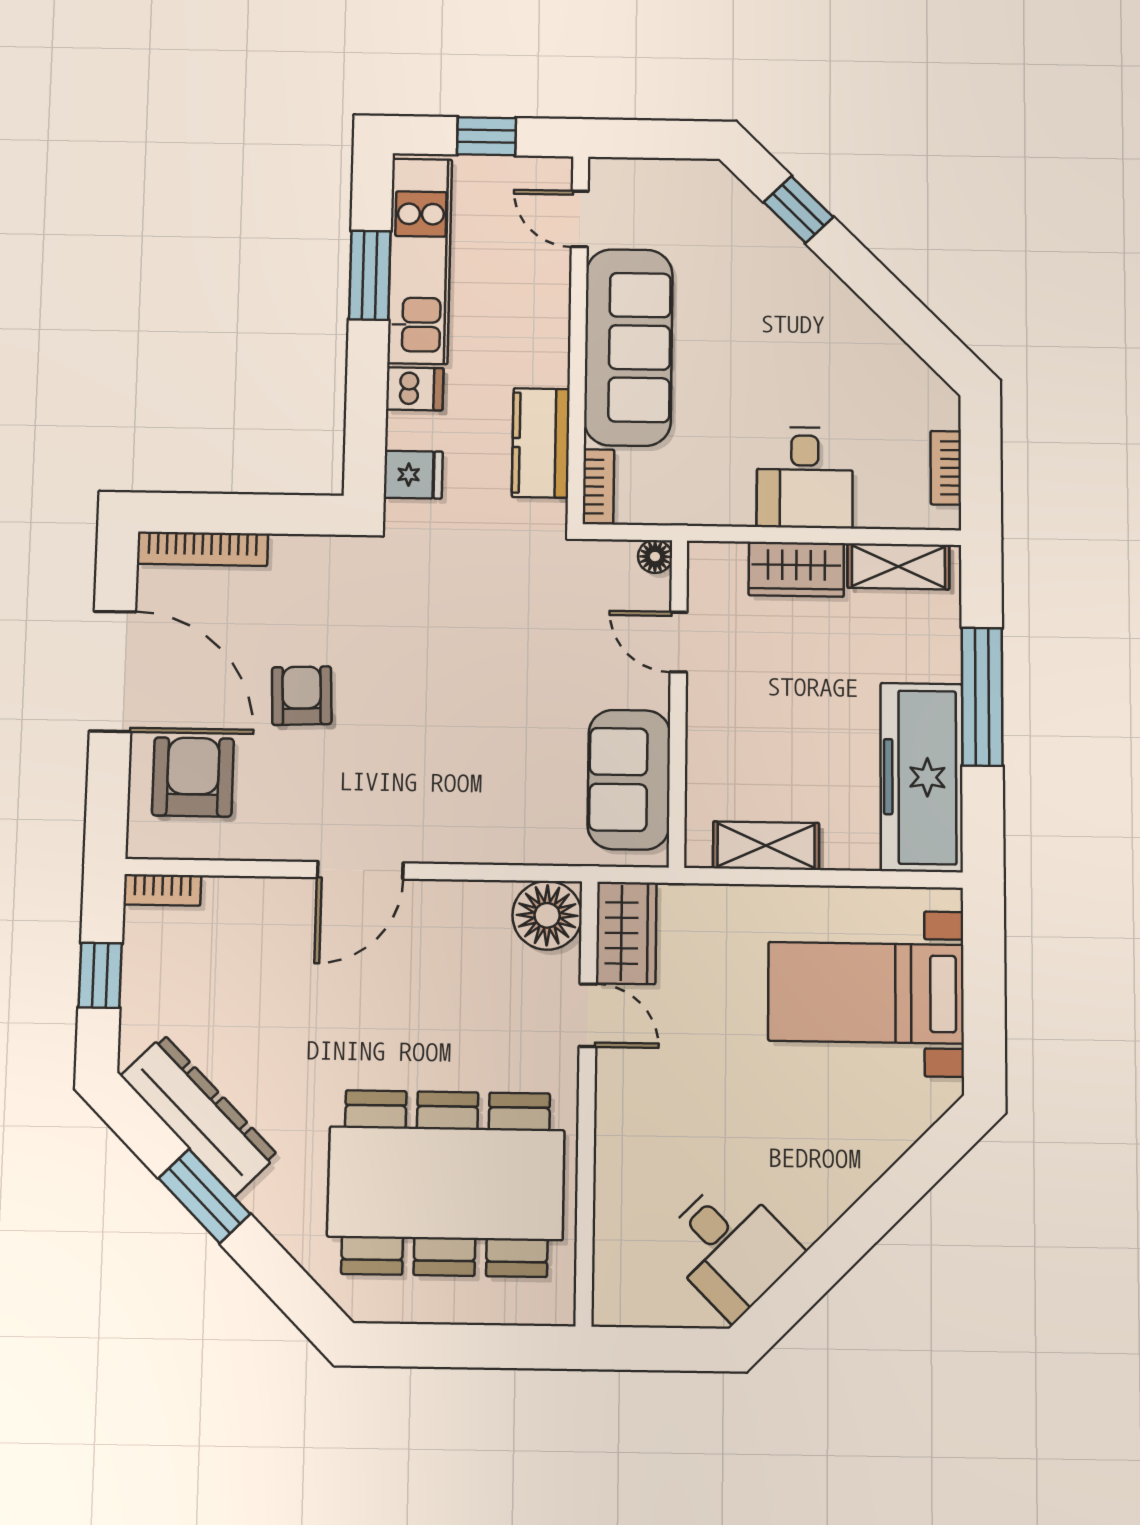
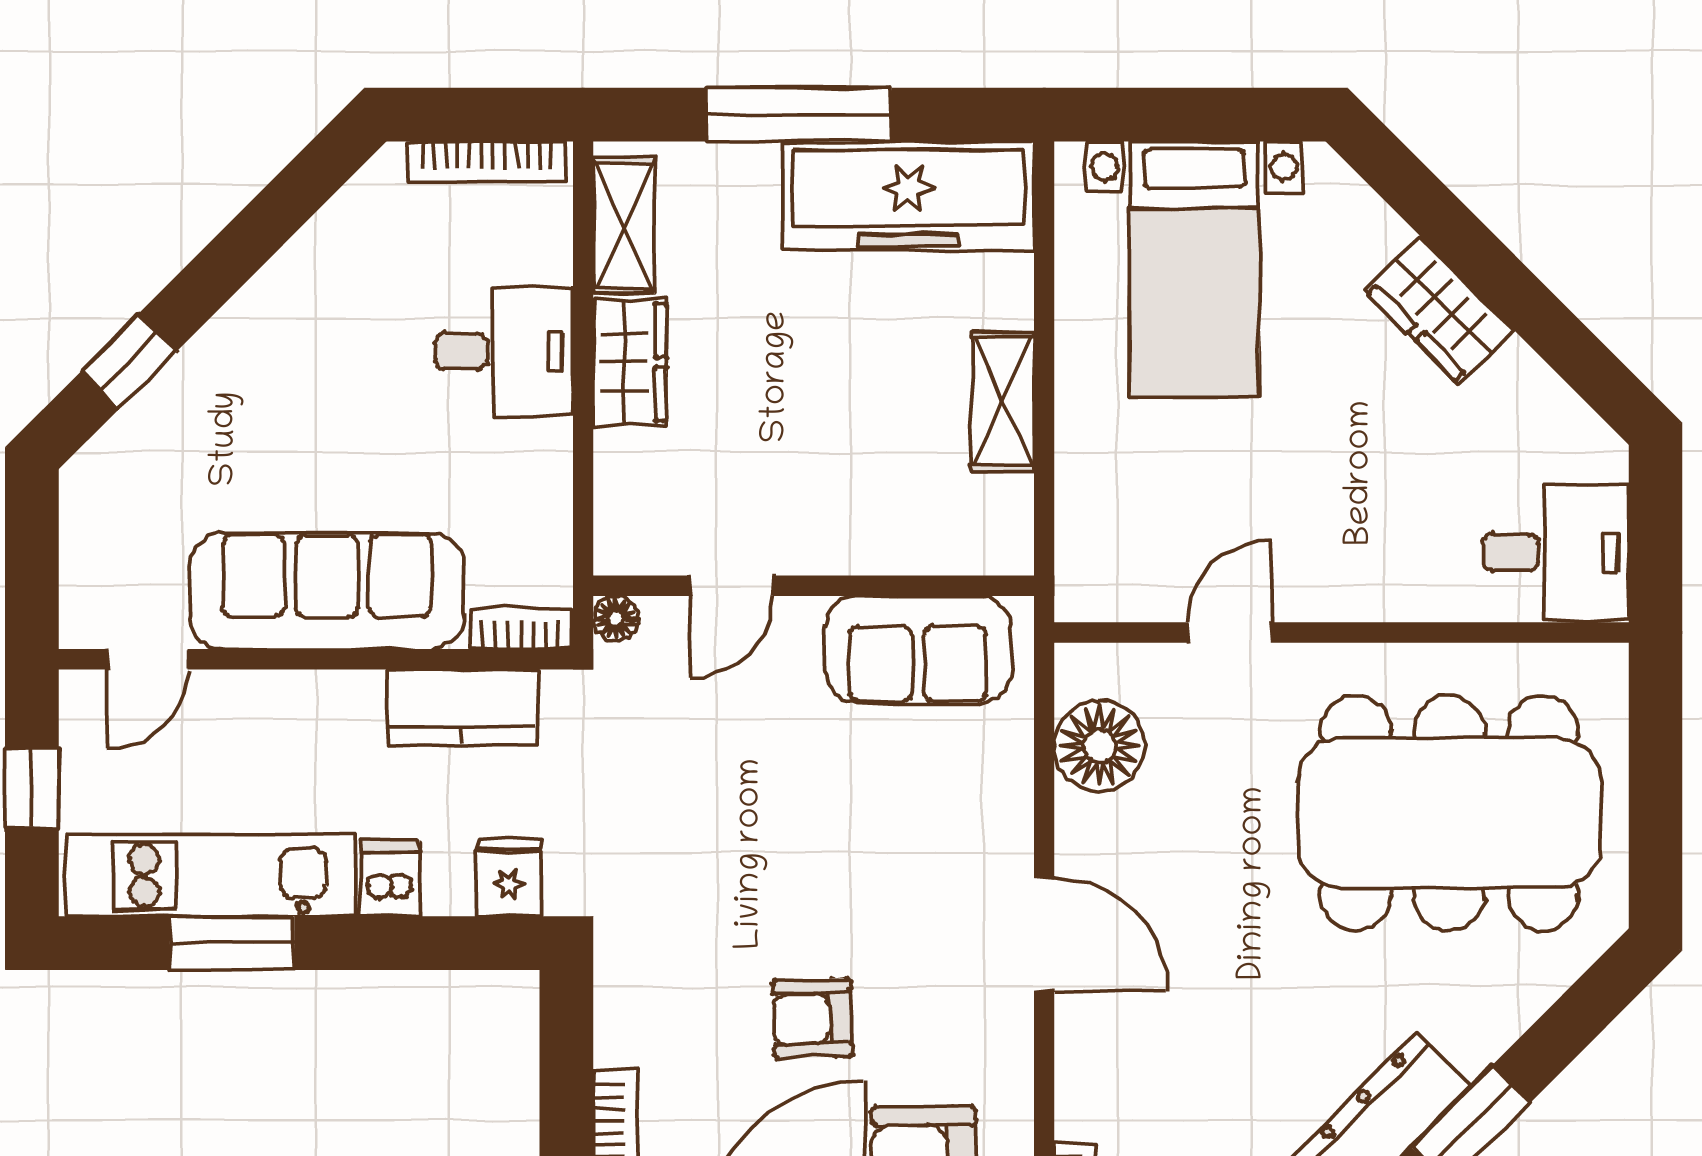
bookcase: (946, 468) -> (487, 162), width x1.56
floor lamp: (655, 557) -> (616, 618), moved
door: (679, 642) -> (732, 586), moved
wall: (678, 703) -> (814, 586), moved
sofa: (629, 780) -> (918, 650), moved
floor lamp: (547, 915) -> (1100, 746), moved
wardrobe: (626, 933) -> (1439, 310), moved, turned -135
dining table: (446, 1183) -> (1449, 813), turned 90
desk: (730, 1247) -> (1556, 552), moved, turned 45

